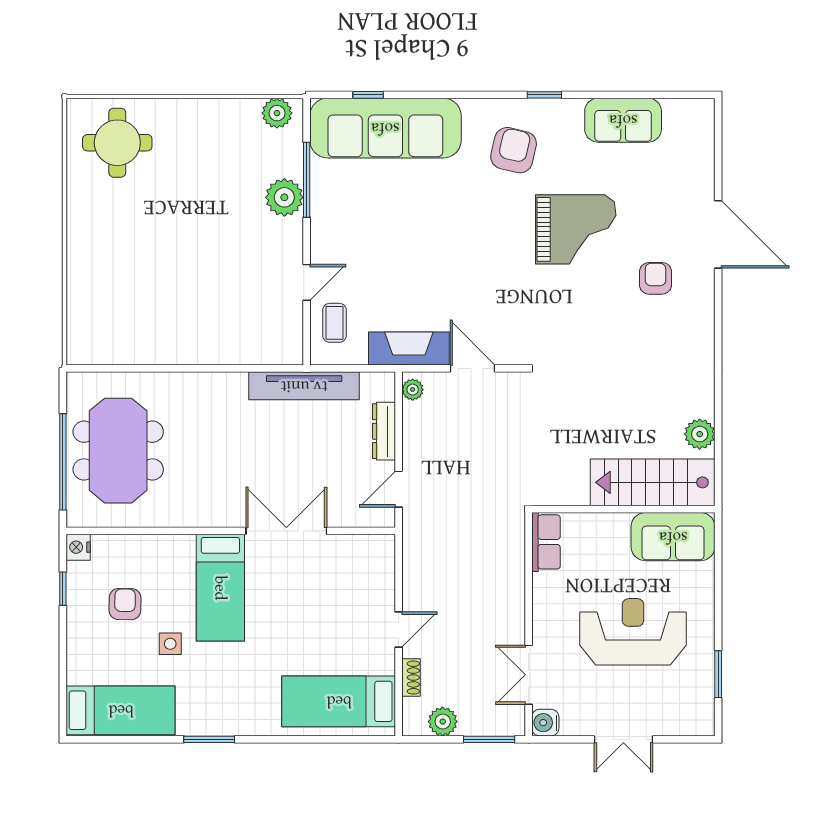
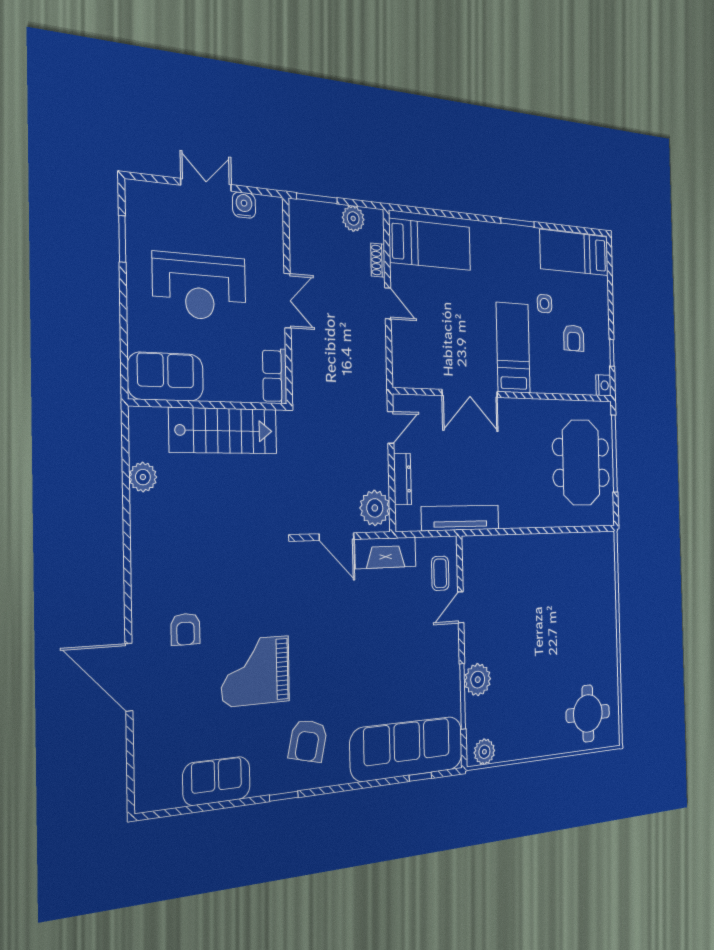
plant: (413, 390) -> (375, 508), width x1.88, depth x1.88
stairs: (653, 482) -> (224, 431), moved
door: (399, 630) -> (388, 303), swing flipped
double door: (529, 675) -> (287, 301), moved
water cooler: (545, 723) -> (244, 205), moved, turned -90

